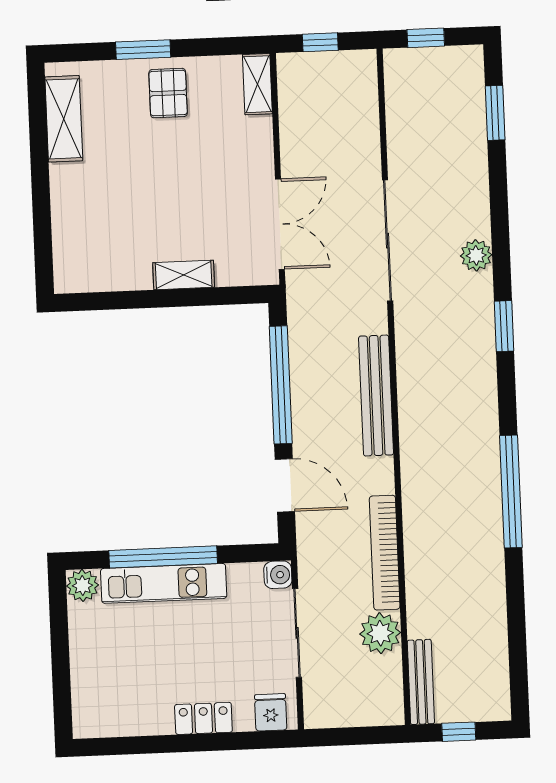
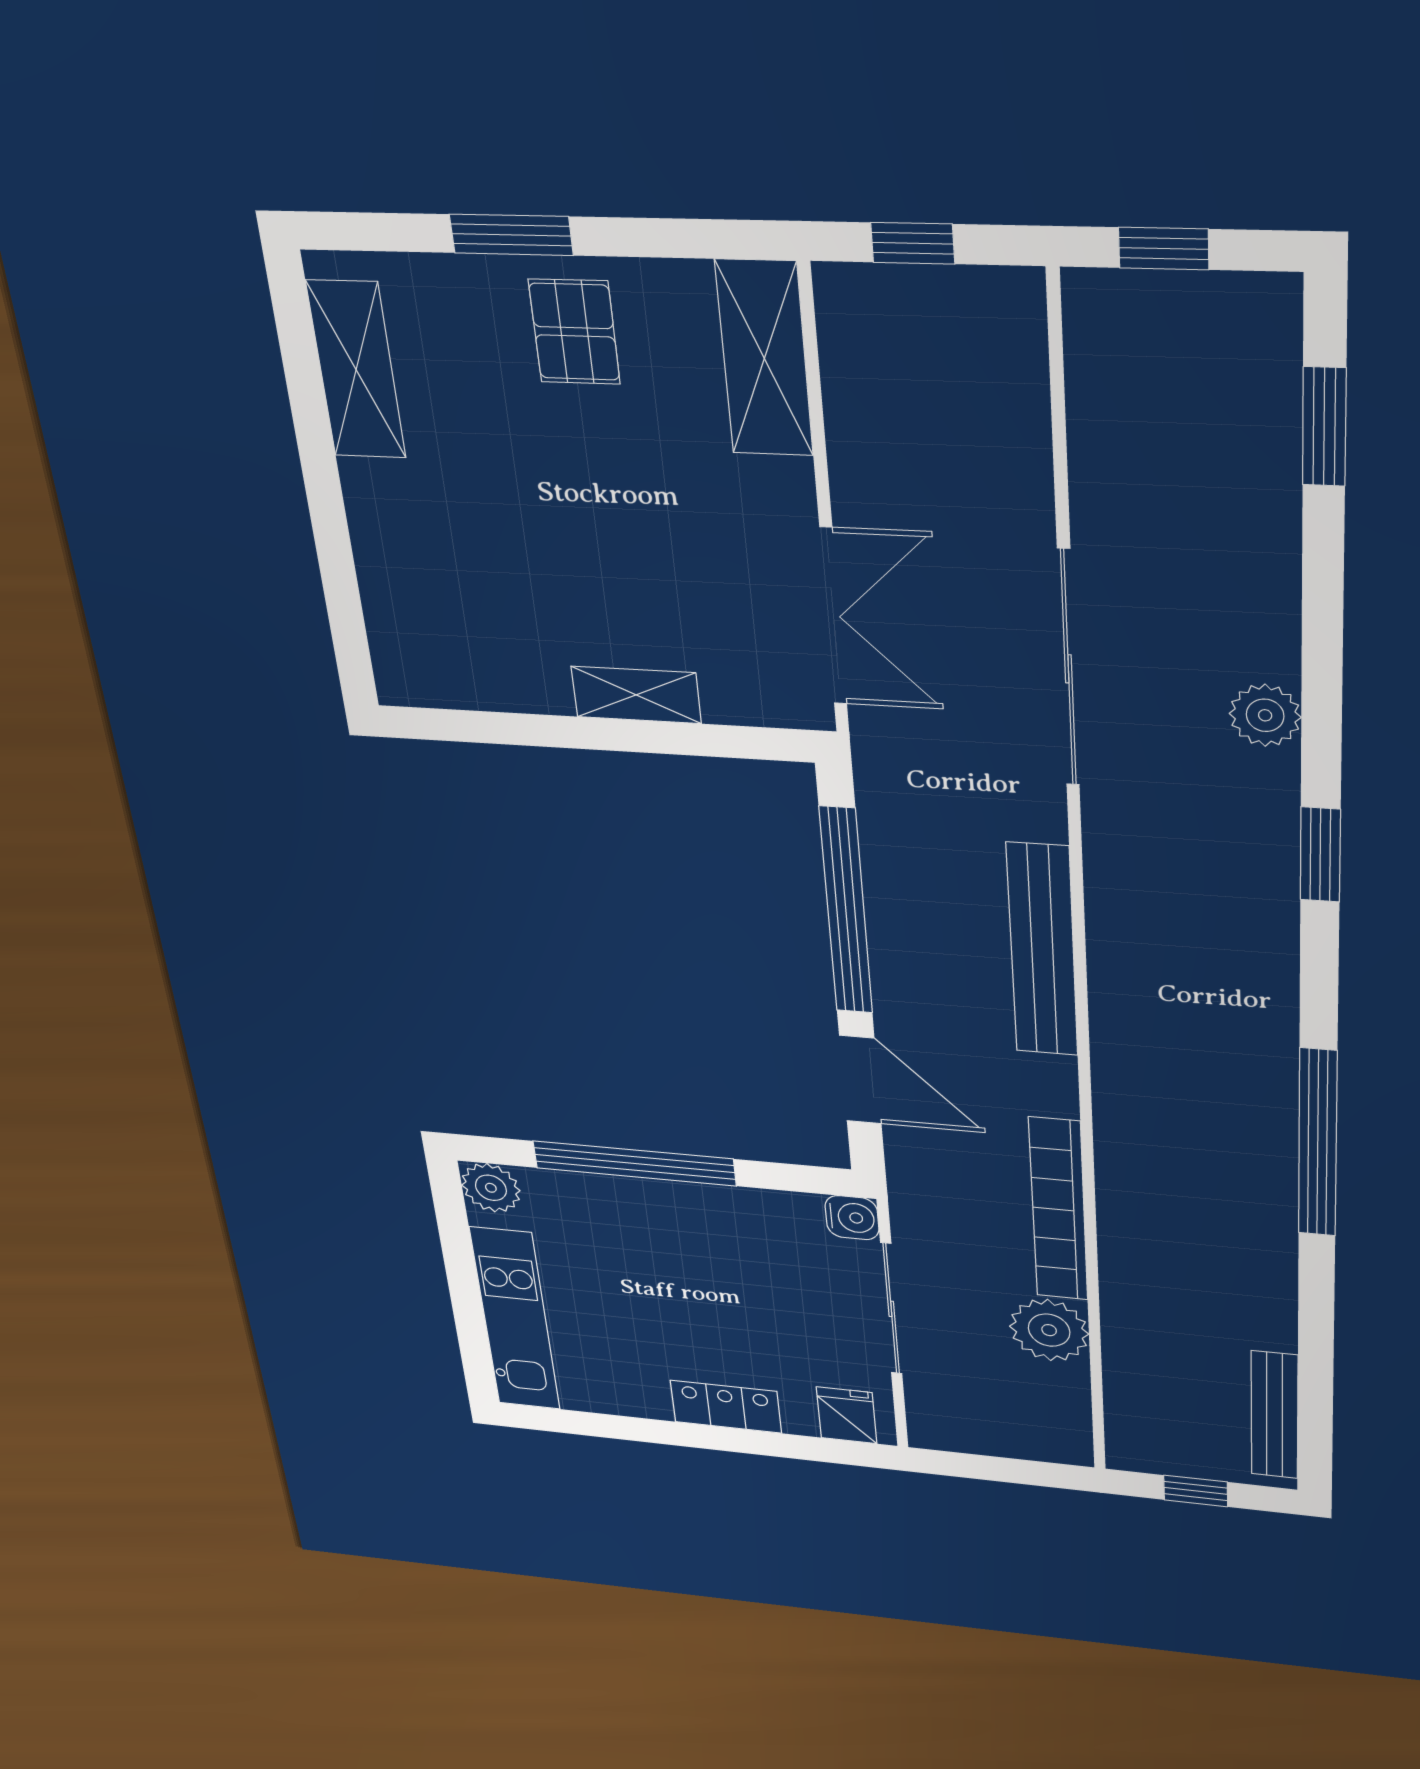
shelving: (257, 84) -> (764, 358), width x1.50, depth x1.33
kitchen unit: (164, 583) -> (515, 1319), moved, turned -90
bench: (421, 682) -> (1274, 1415), moved

